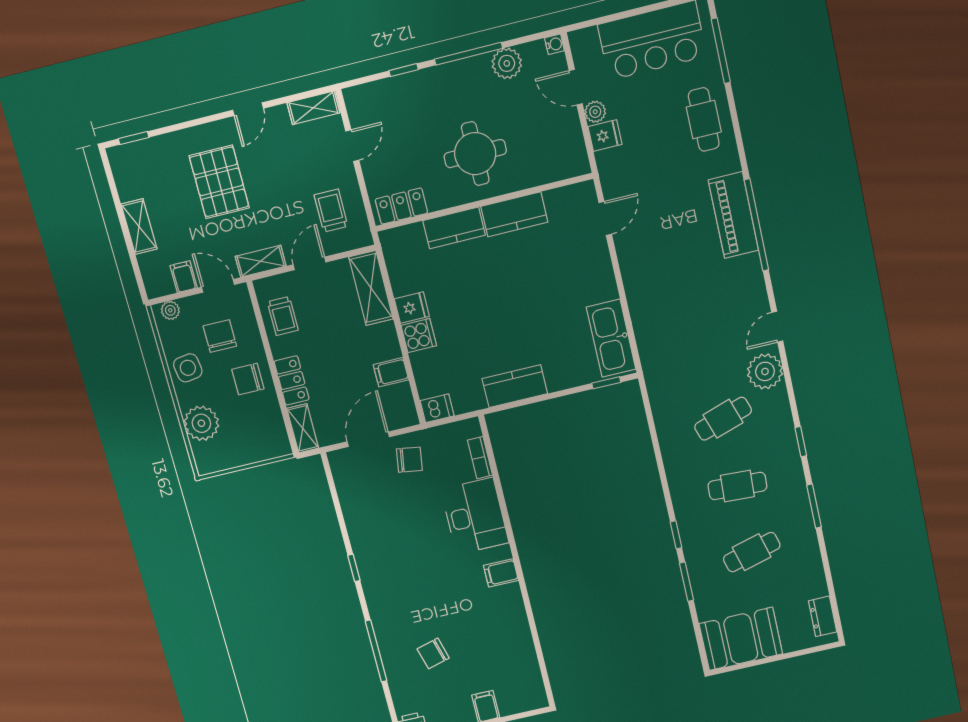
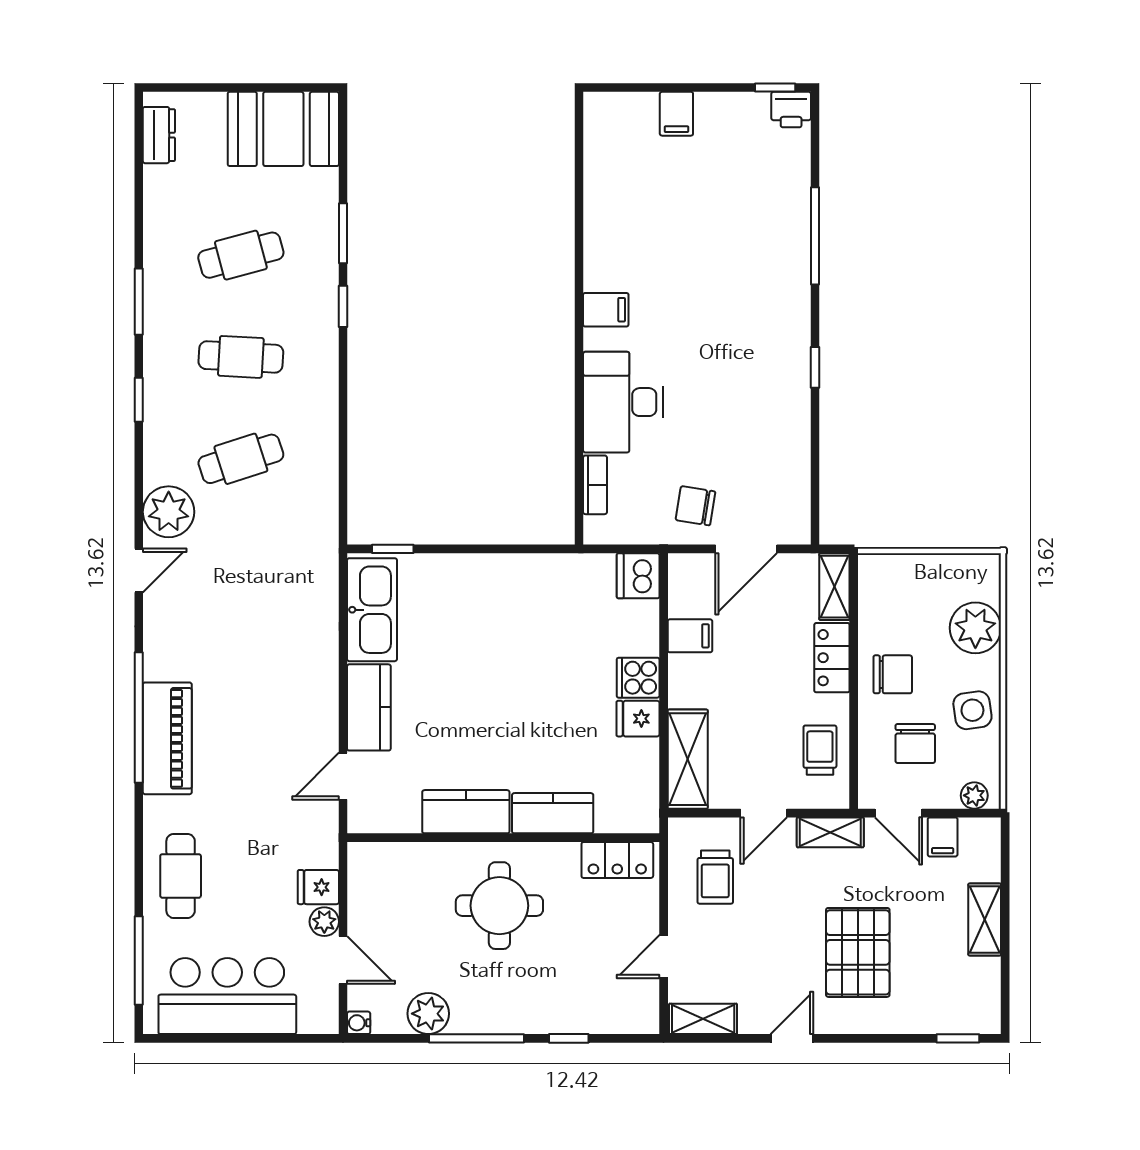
kitchen counter: (515, 386) -> (369, 707), moved, turned -90
dishwasher: (437, 408) -> (638, 576), width x1.38
chair: (433, 653) -> (733, 213), removed

